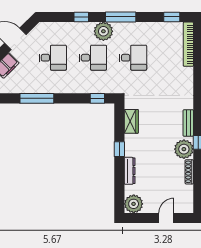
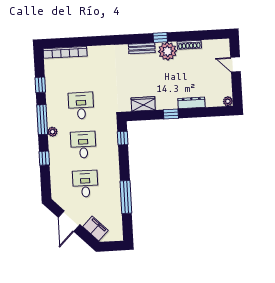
window: (172, 17) -> (40, 85), moved
plant: (103, 31) -> (52, 132), width x0.53, depth x0.53
plant: (134, 204) -> (228, 101), width x0.53, depth x0.53

